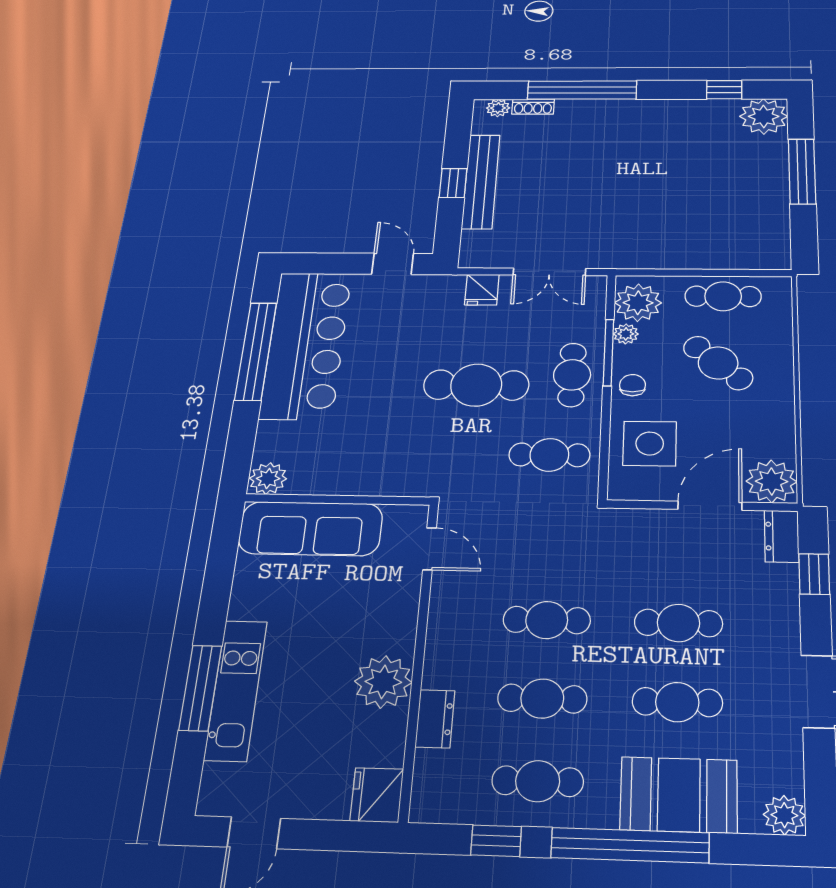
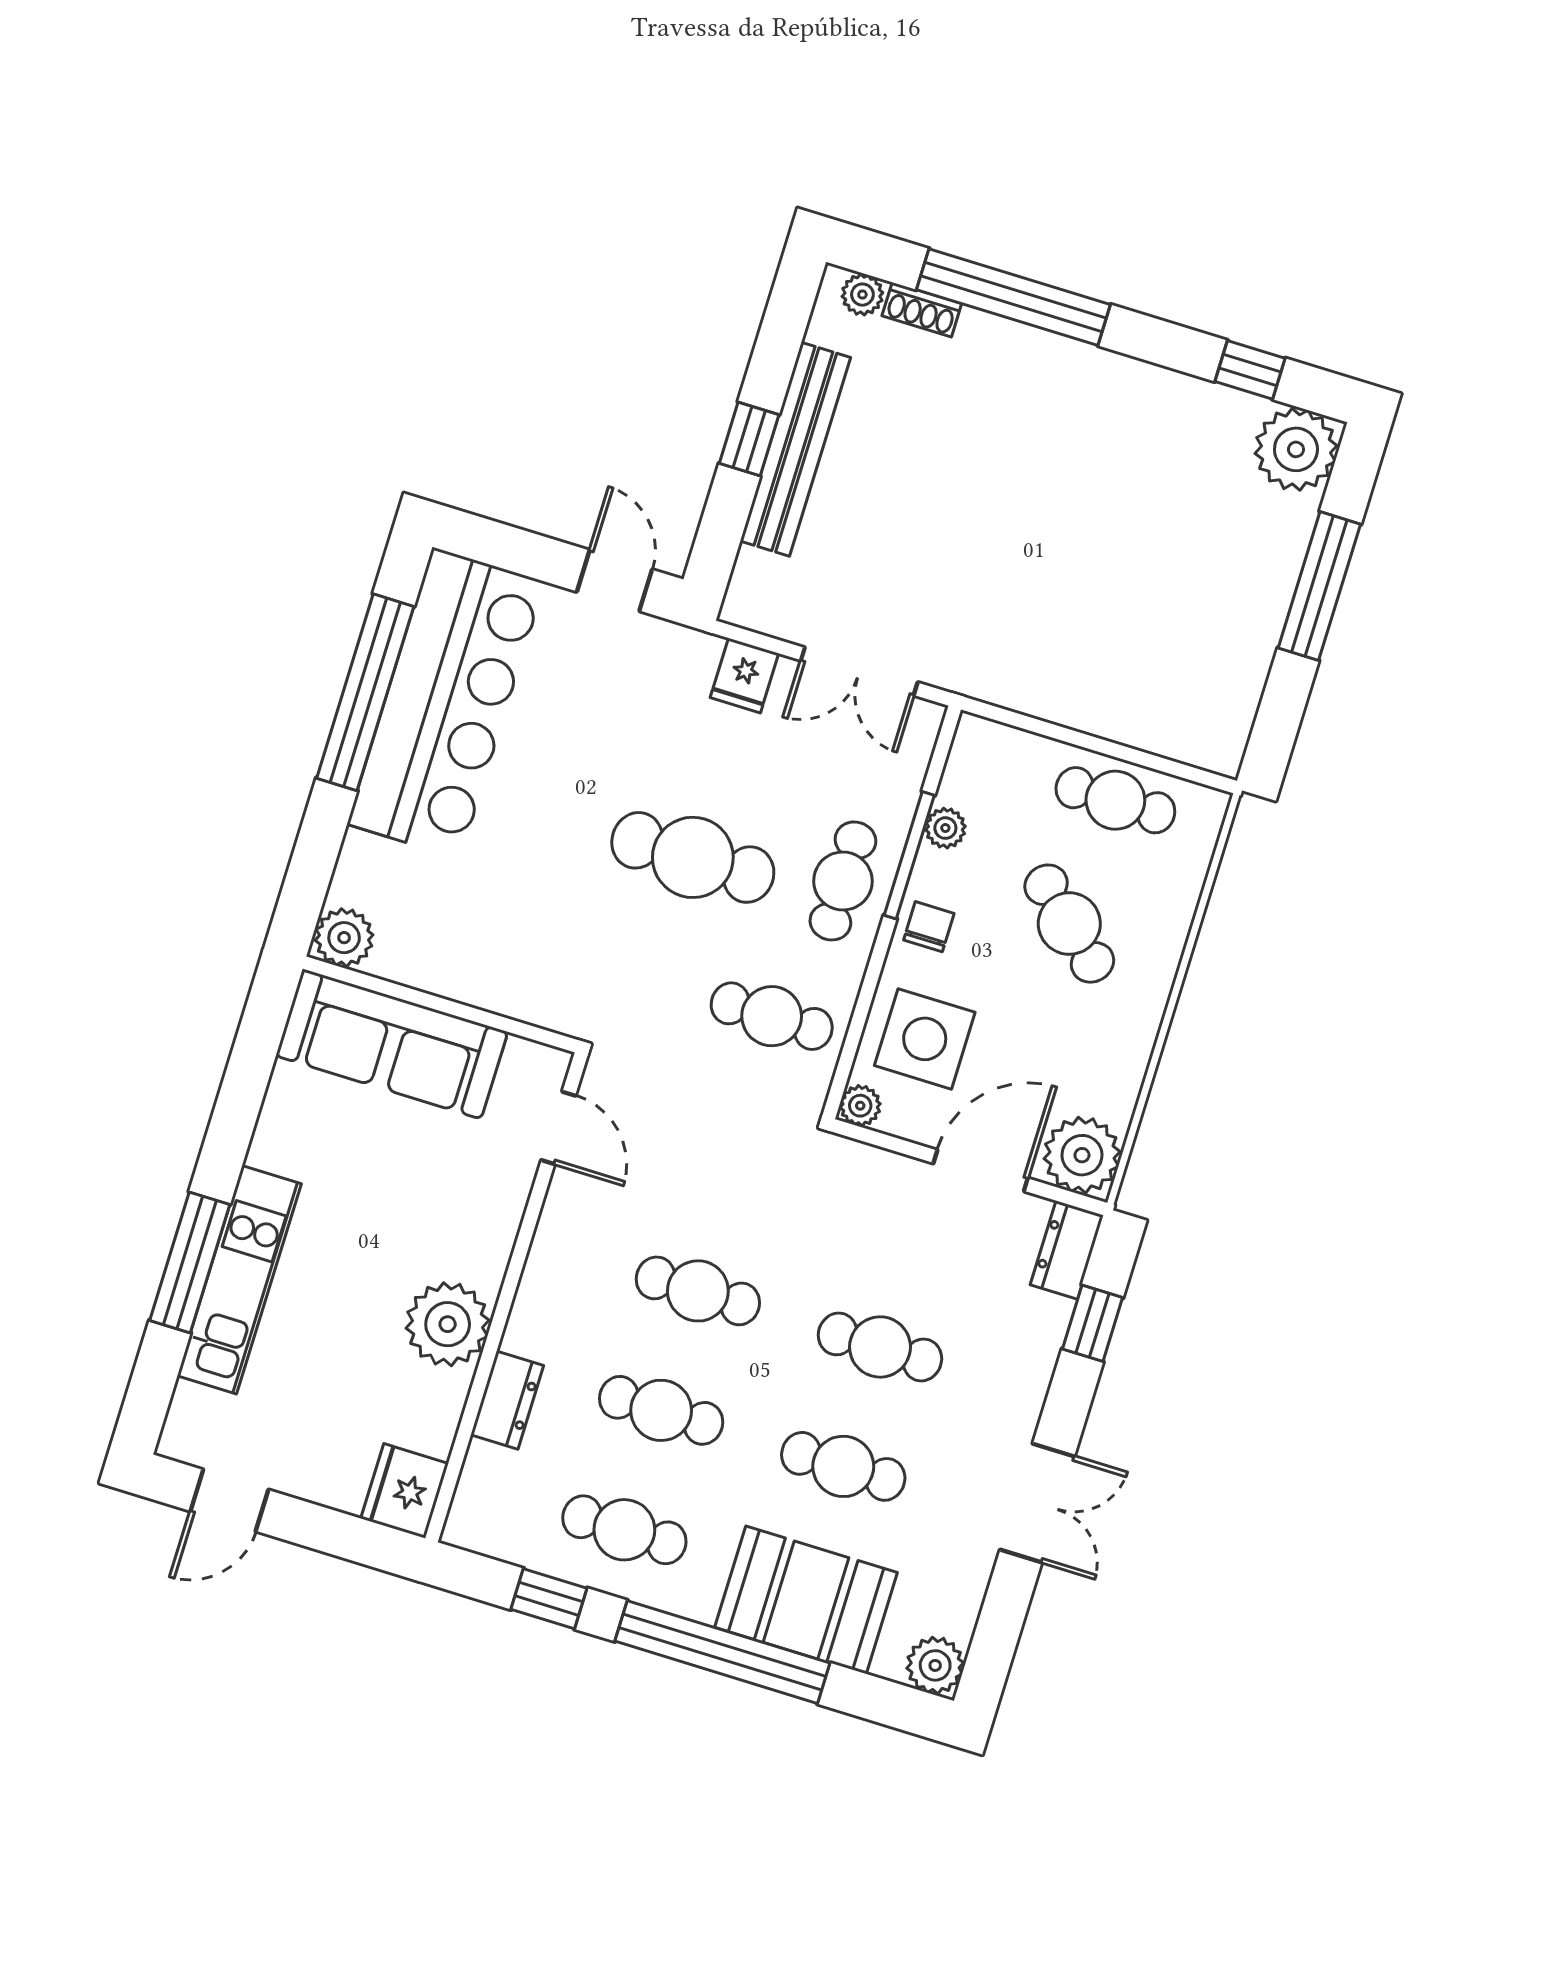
plant: (638, 303) -> (860, 1106), moved, width x0.53, depth x0.53

